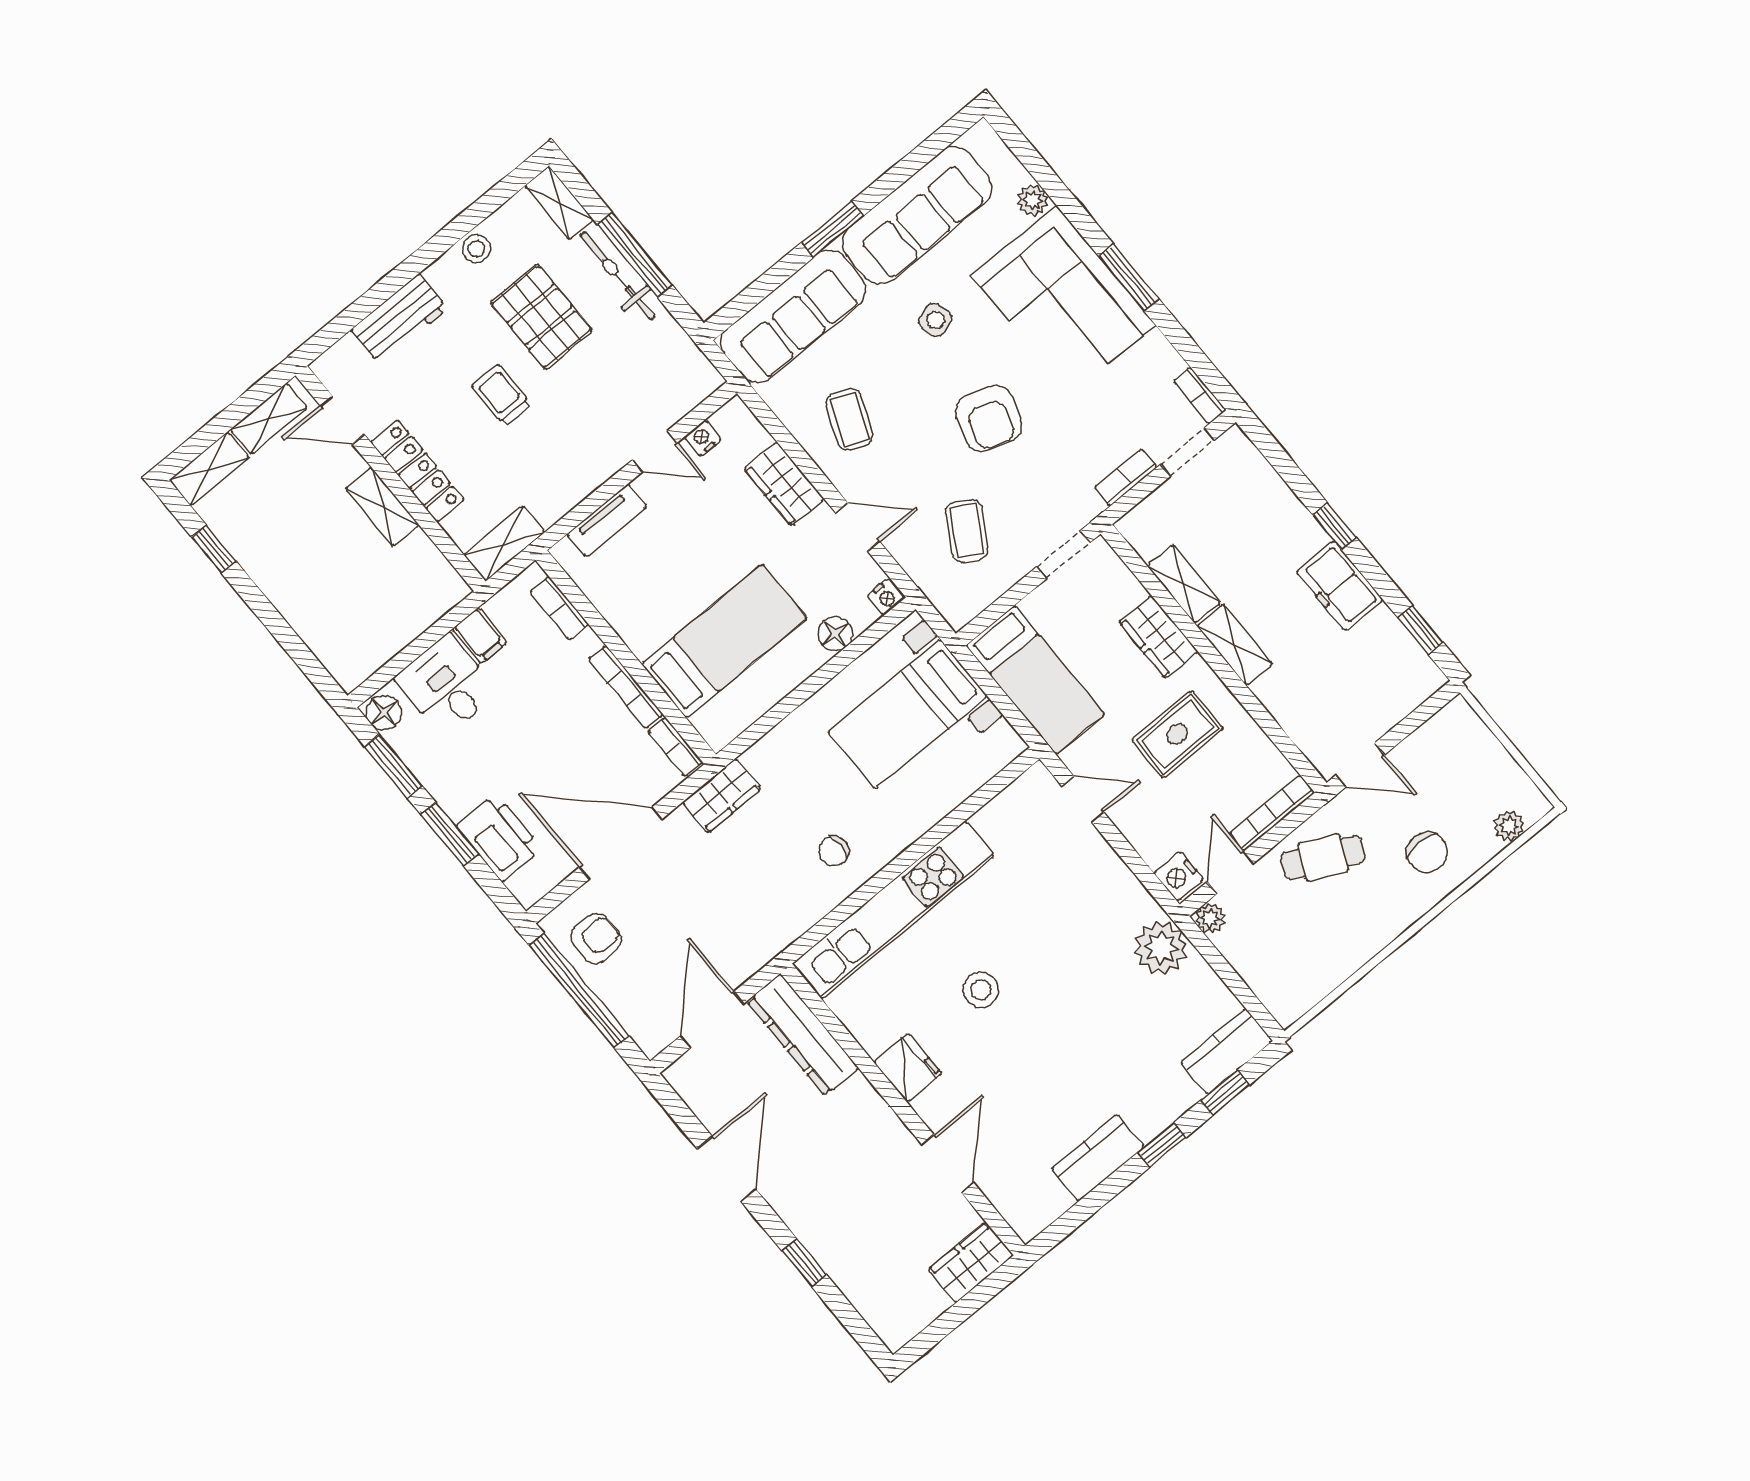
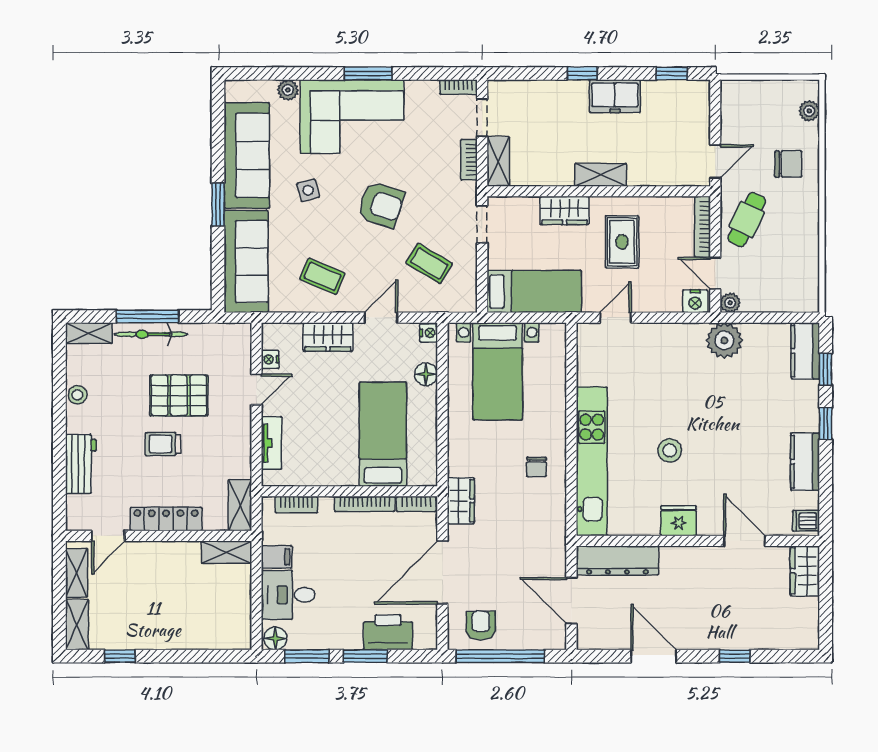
pallet: (541, 317) -> (179, 395), moved
shelving: (382, 507) -> (226, 552), moved
shelving: (1184, 584) -> (498, 161), moved, turned 90
dishwasher: (1030, 1216) -> (806, 521), added

